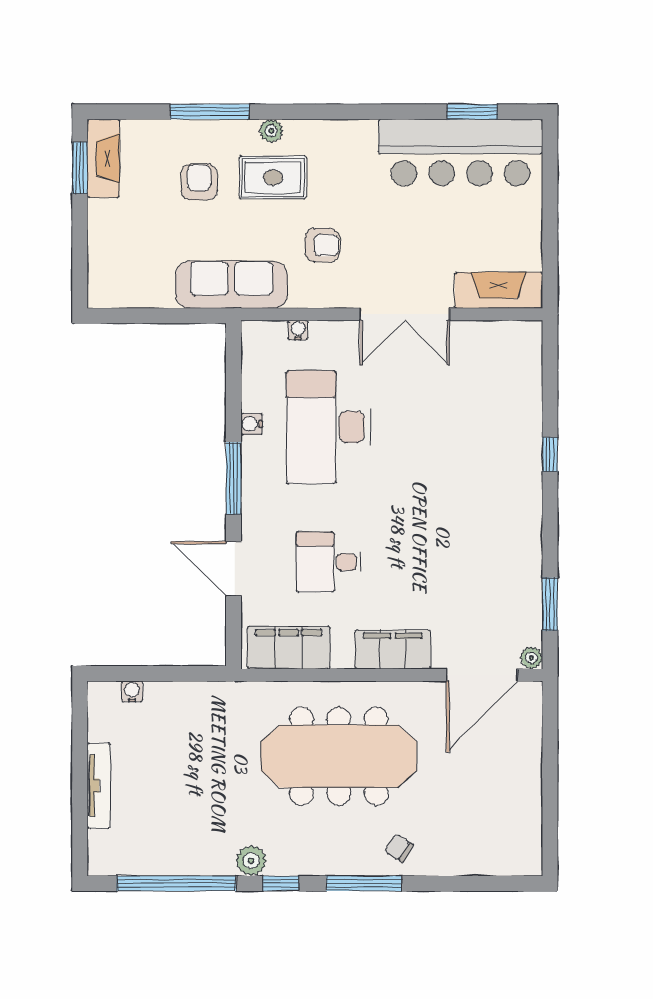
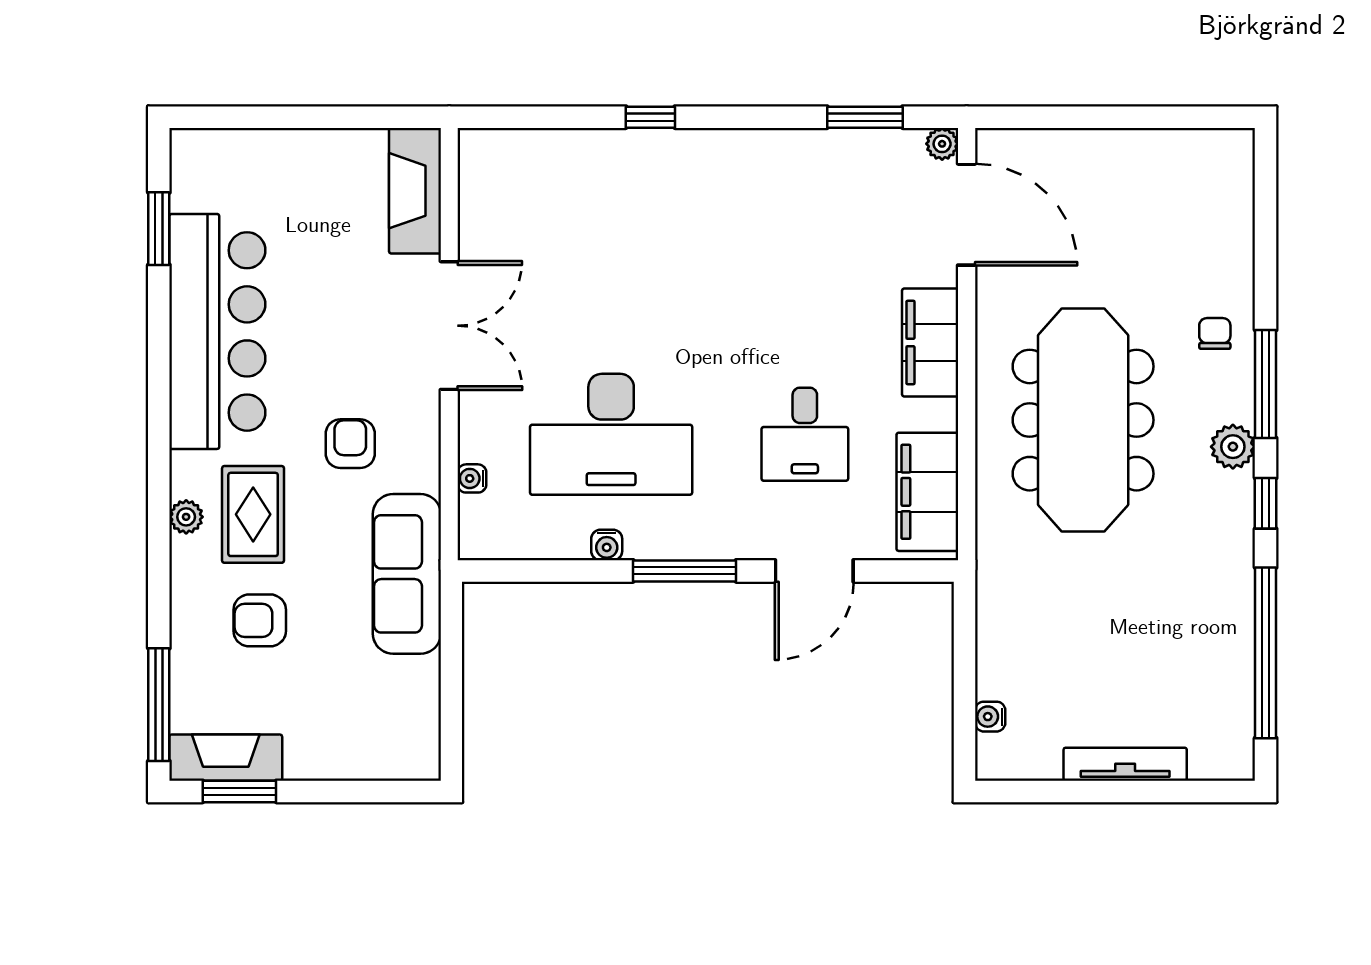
window: (210, 112) -> (159, 705), moved
bar counter: (460, 152) -> (217, 331), moved
chair: (399, 848) -> (1215, 333), turned 148
plant: (251, 861) -> (1233, 447), moved

